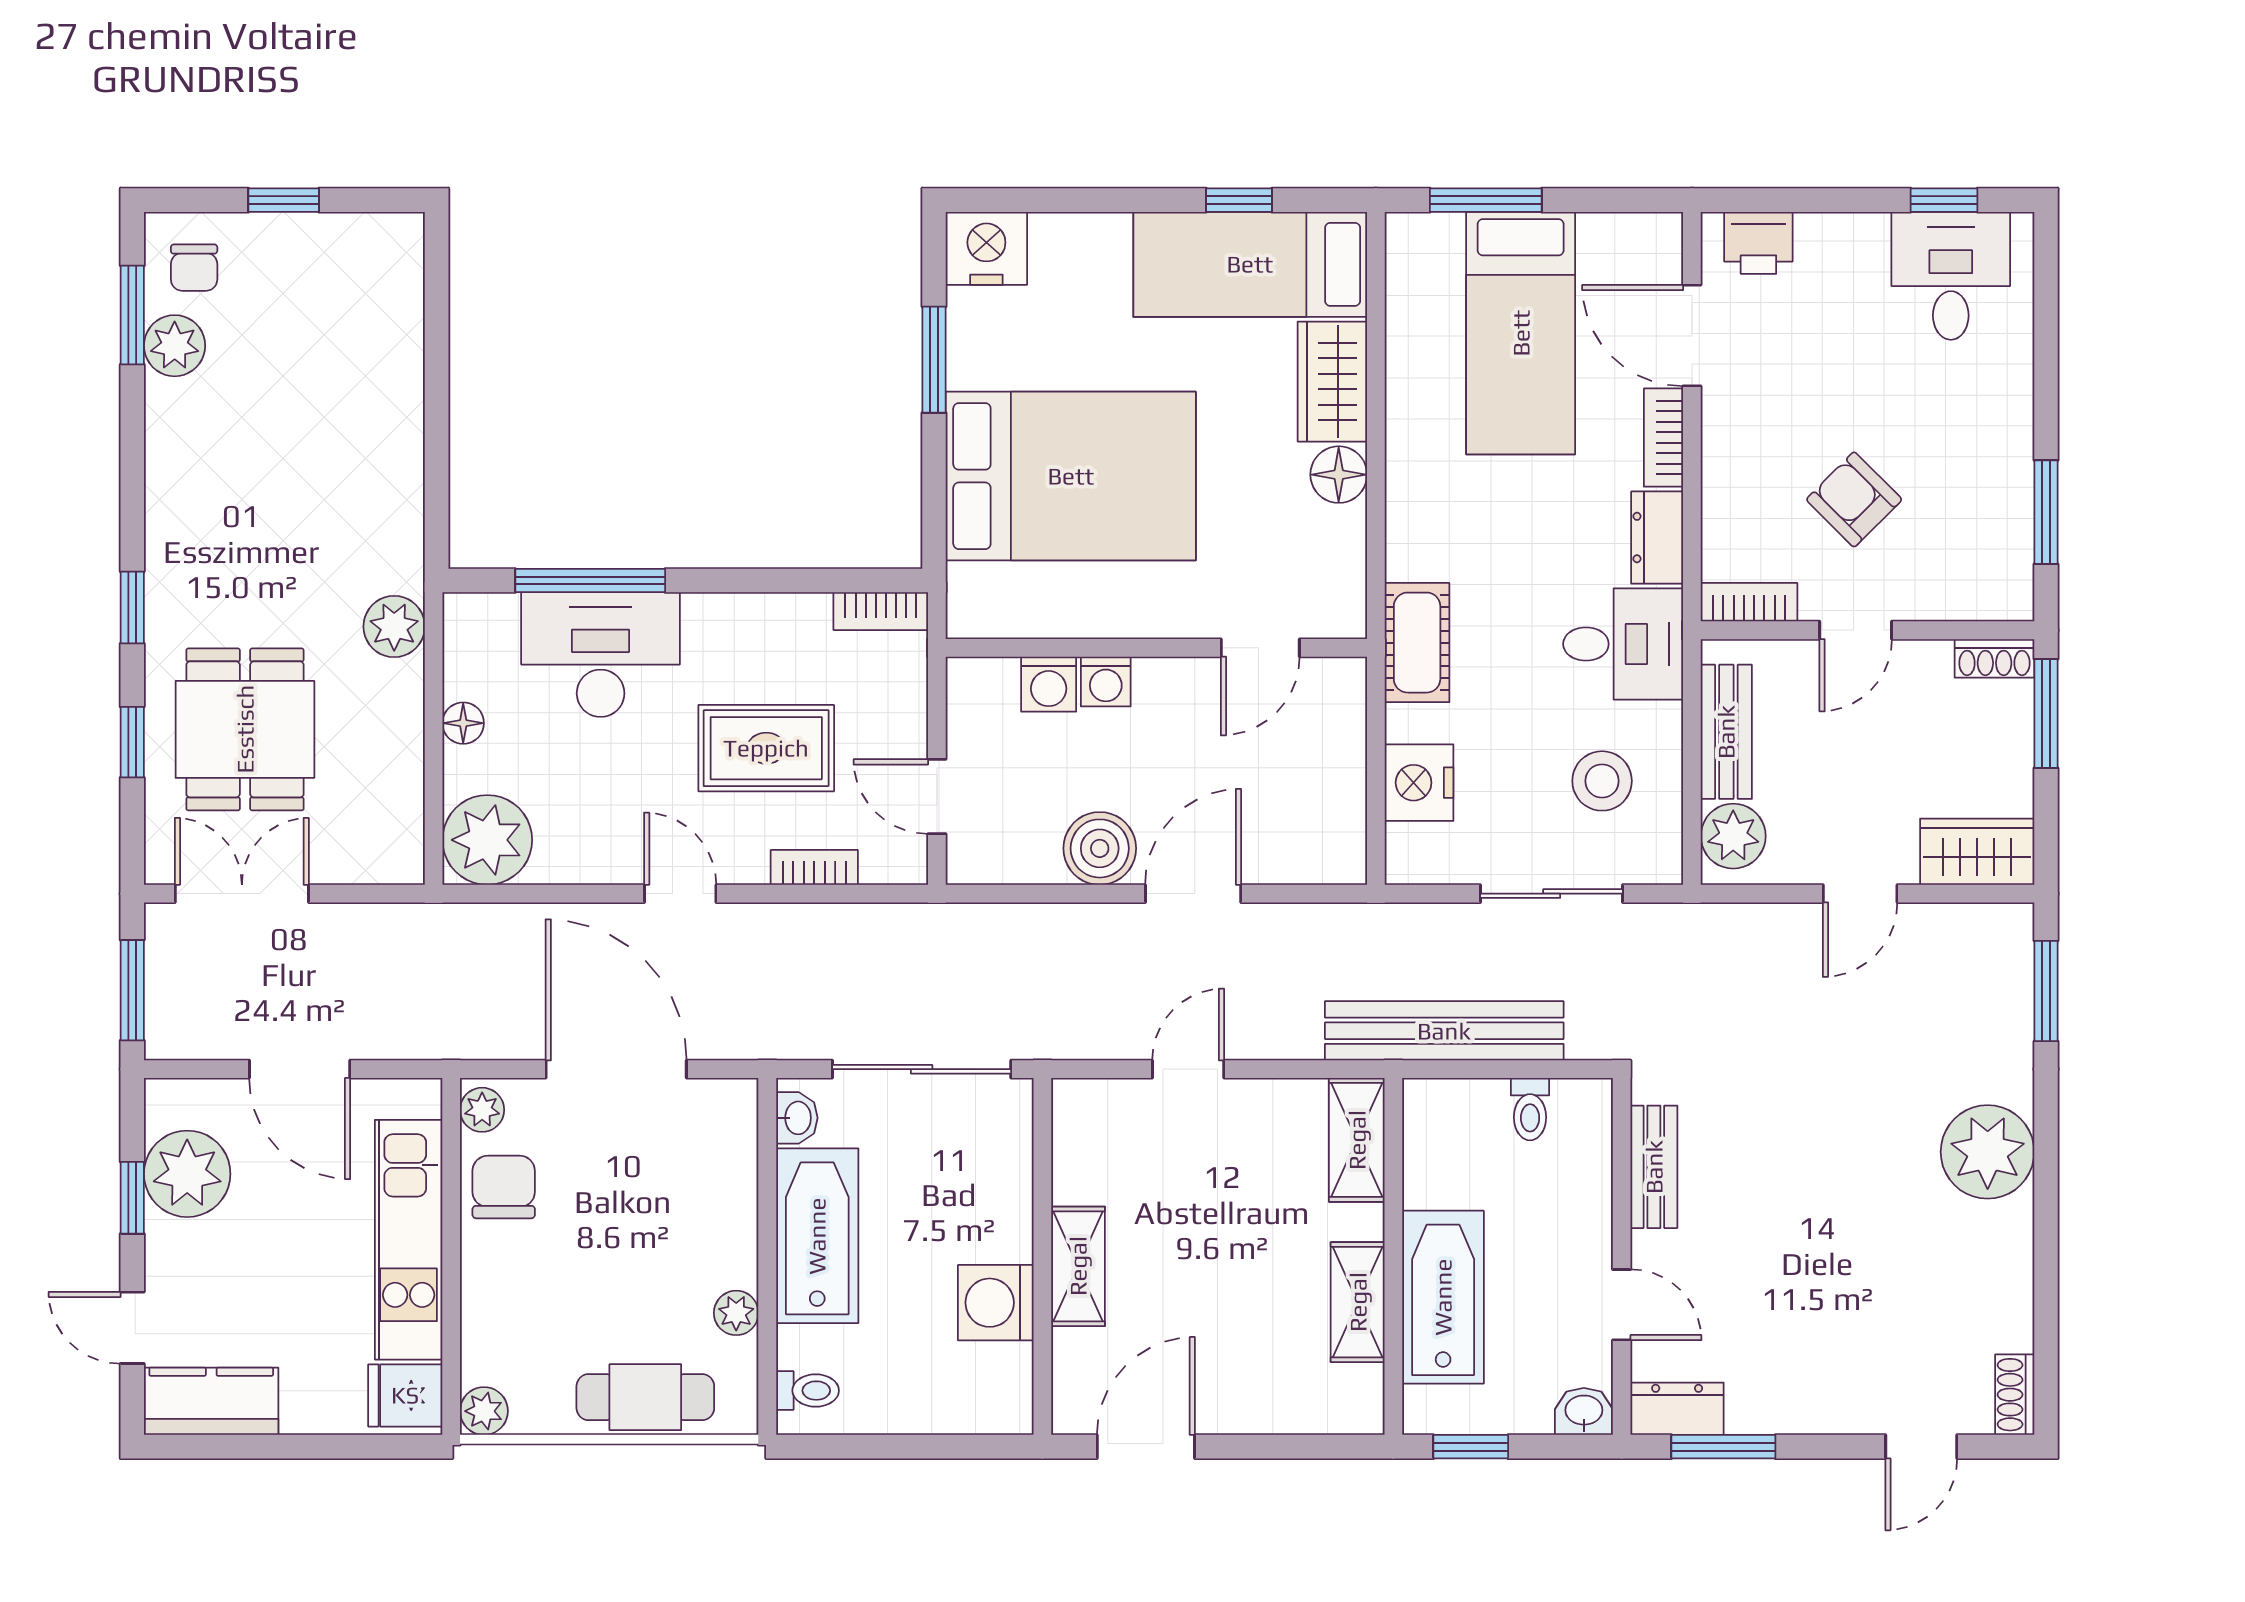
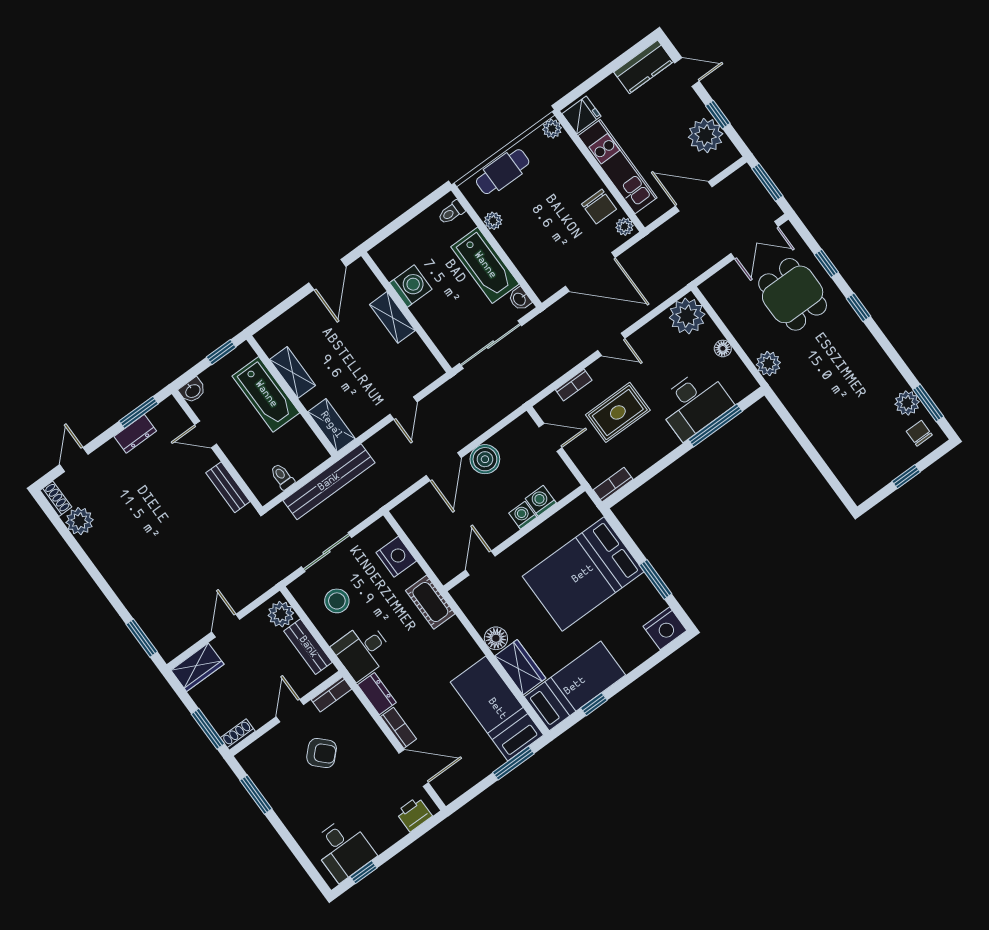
bed: (1521, 333) -> (497, 709), moved
plant: (1988, 1152) -> (80, 521), moved, width x0.73, depth x0.73
dresser: (1677, 1409) -> (135, 434), moved

